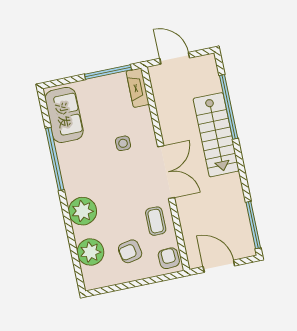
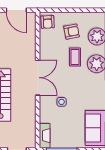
double door: (166, 172) -> (38, 78), swing flipped
coffee table: (156, 221) -> (75, 57), moved

